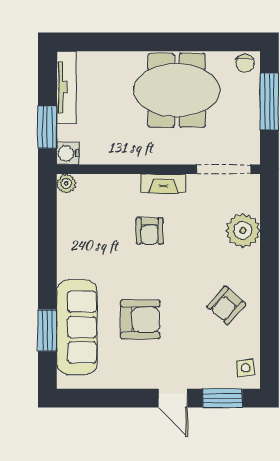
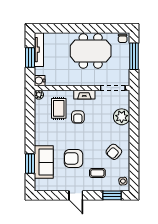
window: (47, 127) -> (30, 58), moved
rug: (109, 213) -> (59, 108), added
armchair: (140, 319) -> (73, 158), turned 180
sofa: (77, 327) -> (44, 162), width x0.73
coffee table: (191, 350) -> (97, 173), added
door: (173, 398) -> (76, 195), moved

